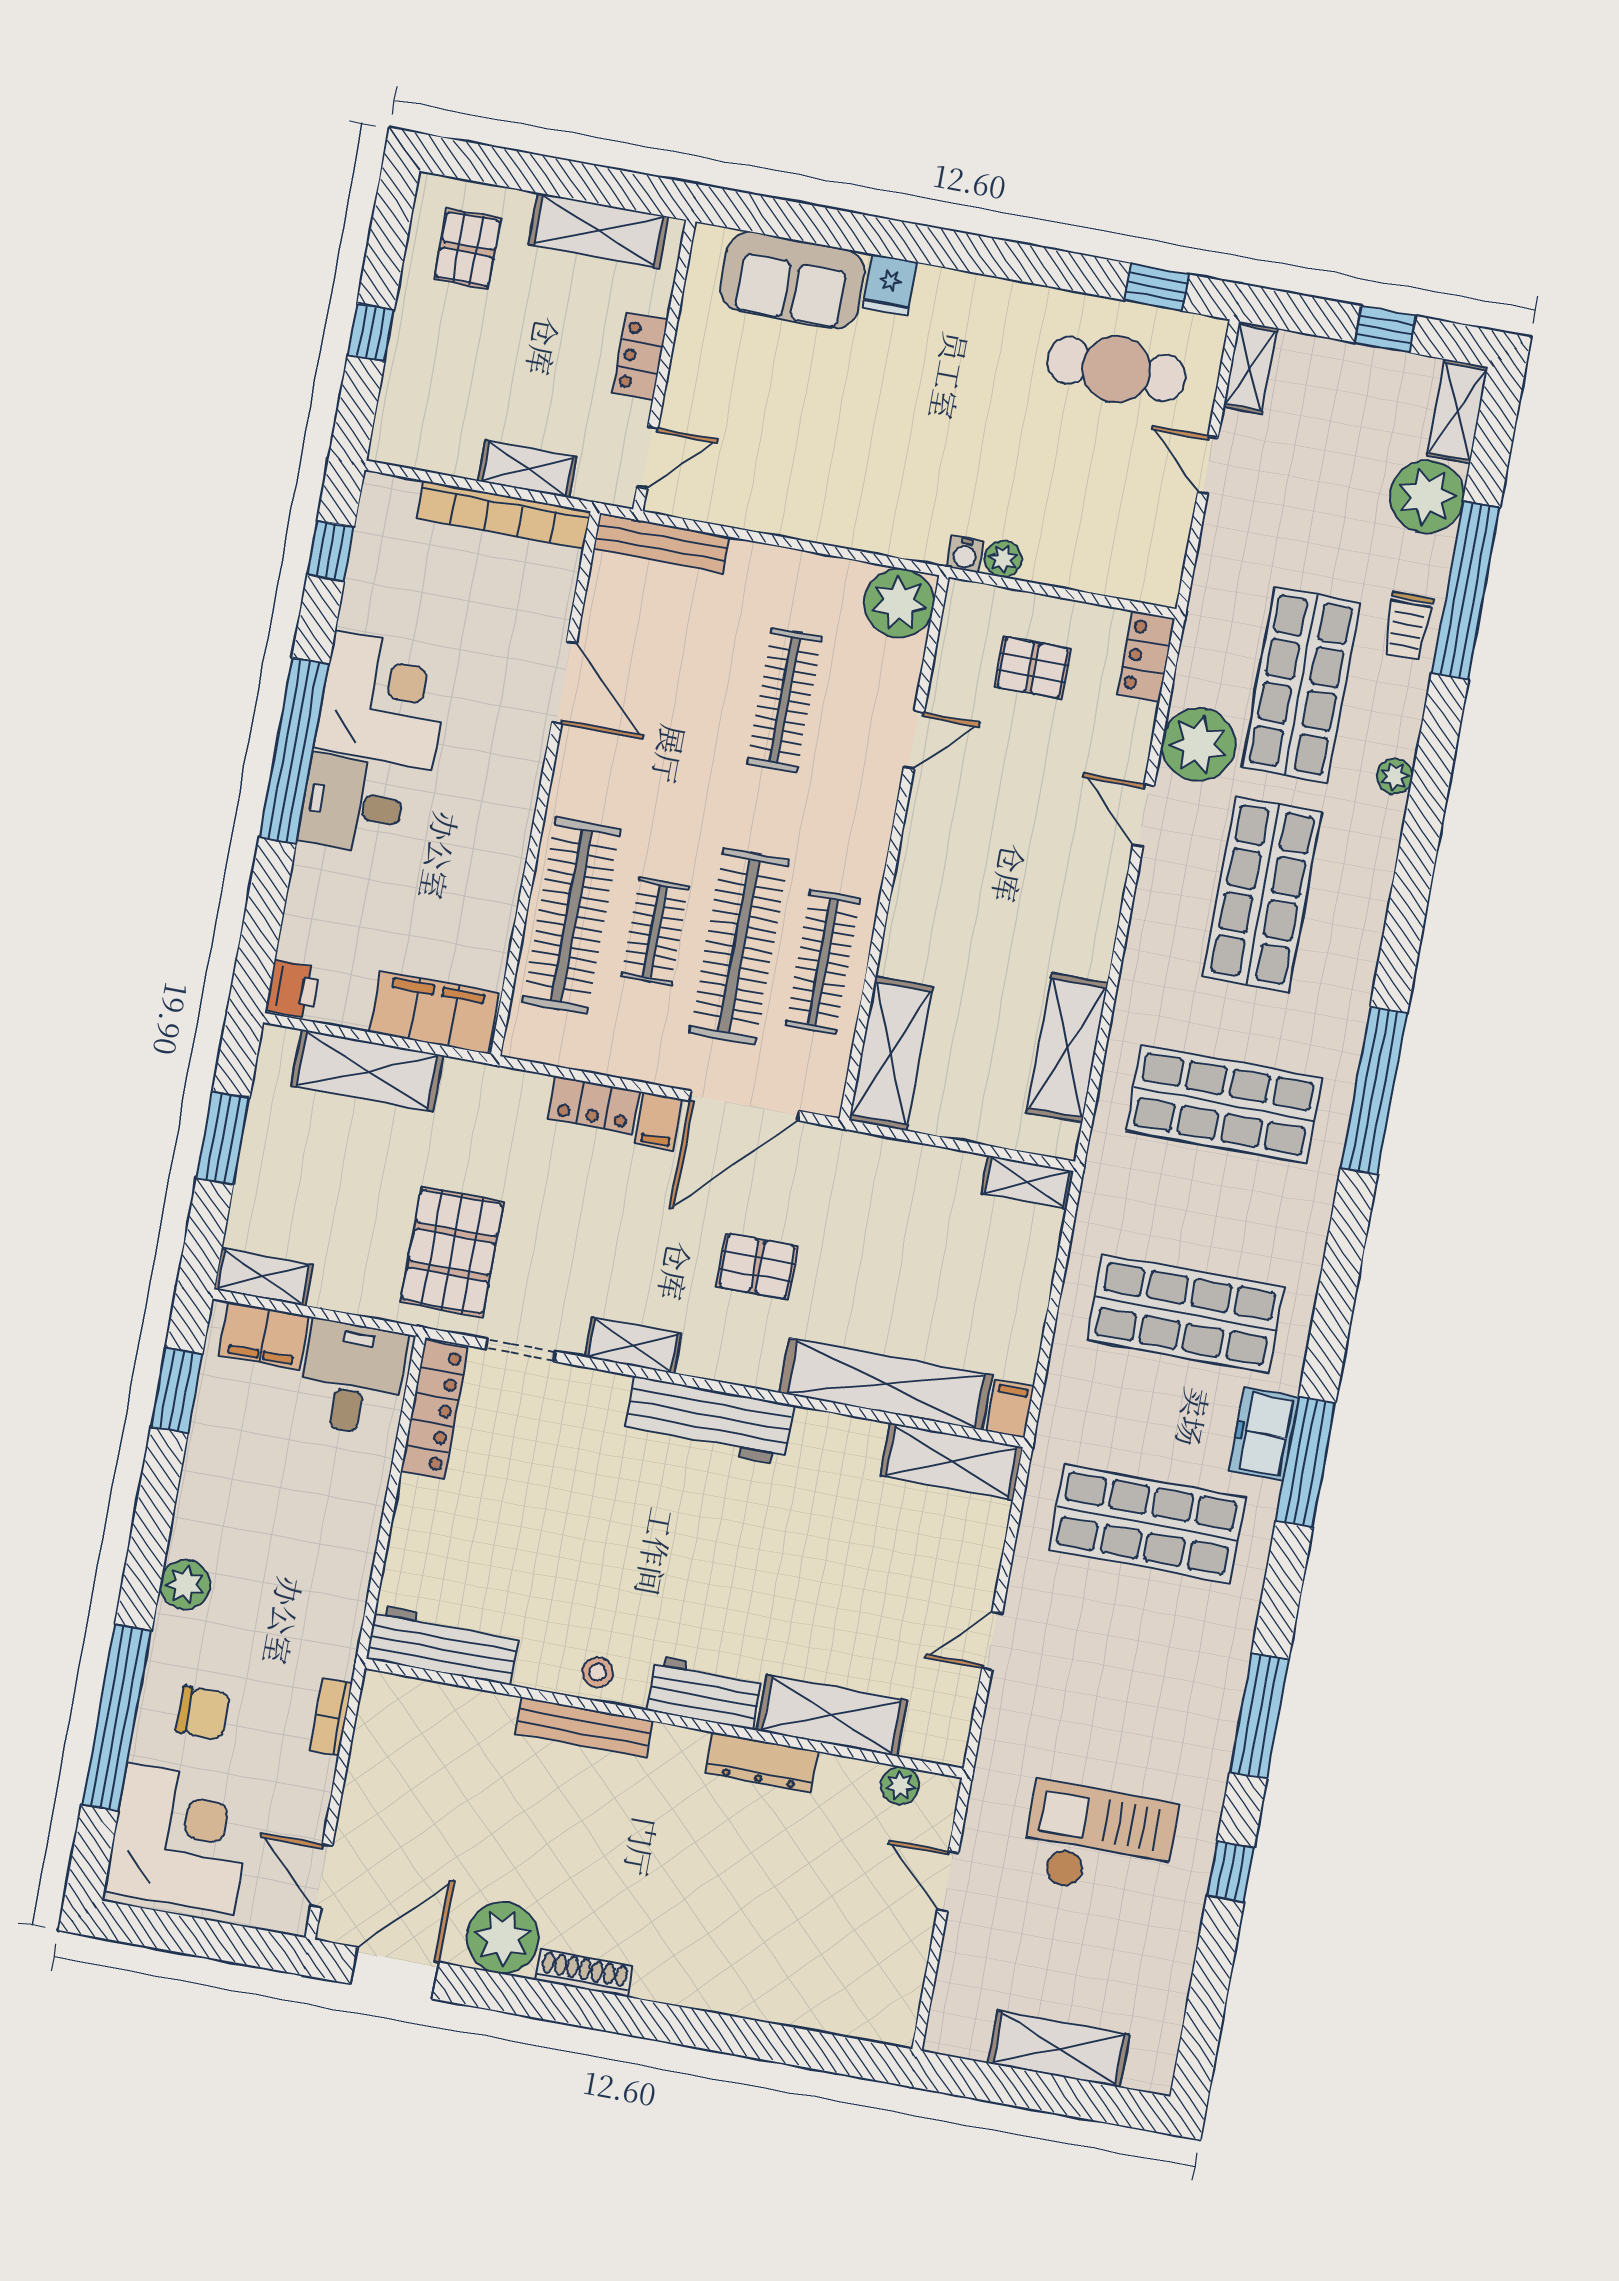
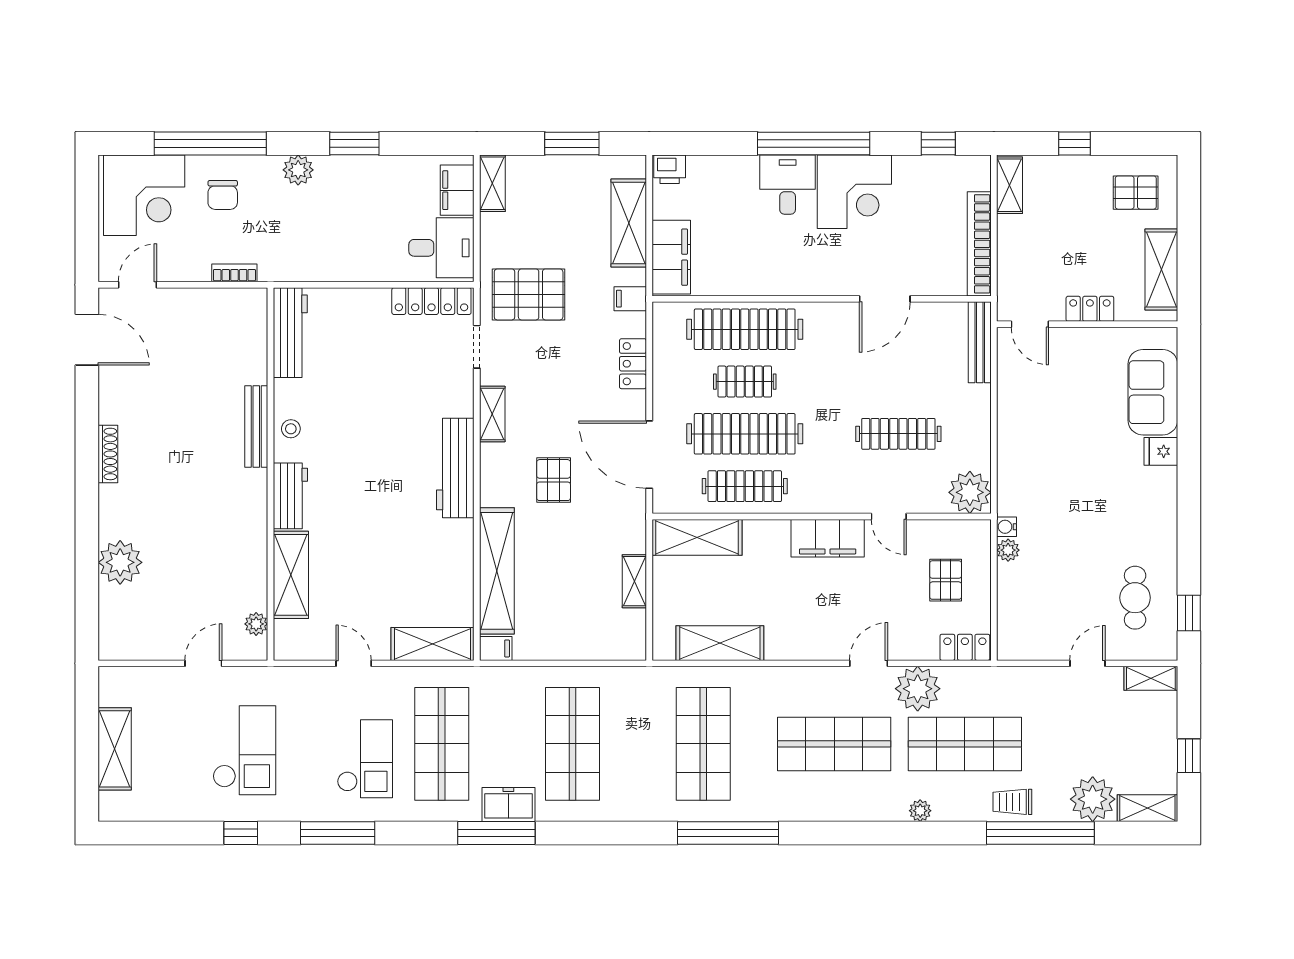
cafe table: (1116, 369) -> (1135, 598), width x0.73, depth x0.74
shelving: (528, 469) -> (1010, 185), moved
filing cabinet: (931, 844) -> (828, 538), added
filing cabinet: (659, 1121) -> (630, 299), moved
shelving: (1027, 1182) -> (634, 581), moved
window: (177, 1390) -> (354, 143), moved
shelving: (952, 1461) -> (433, 644), moved, turned 90
checkout: (1148, 1651) -> (365, 759), added
dresser: (761, 1762) -> (255, 538), removed
plant: (503, 1938) -> (120, 562), moved

